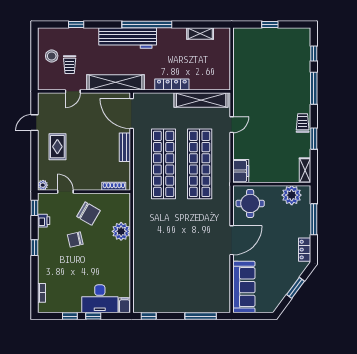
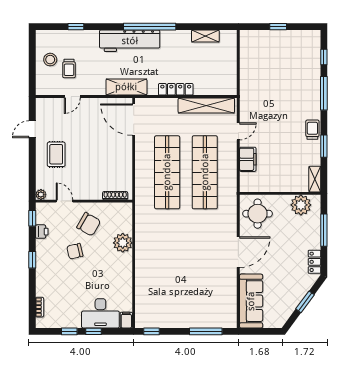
shelving: (116, 82) -> (126, 87), width x0.68
bench: (125, 147) -> (127, 155), removed
filing cabinet: (241, 171) -> (248, 159), moved

